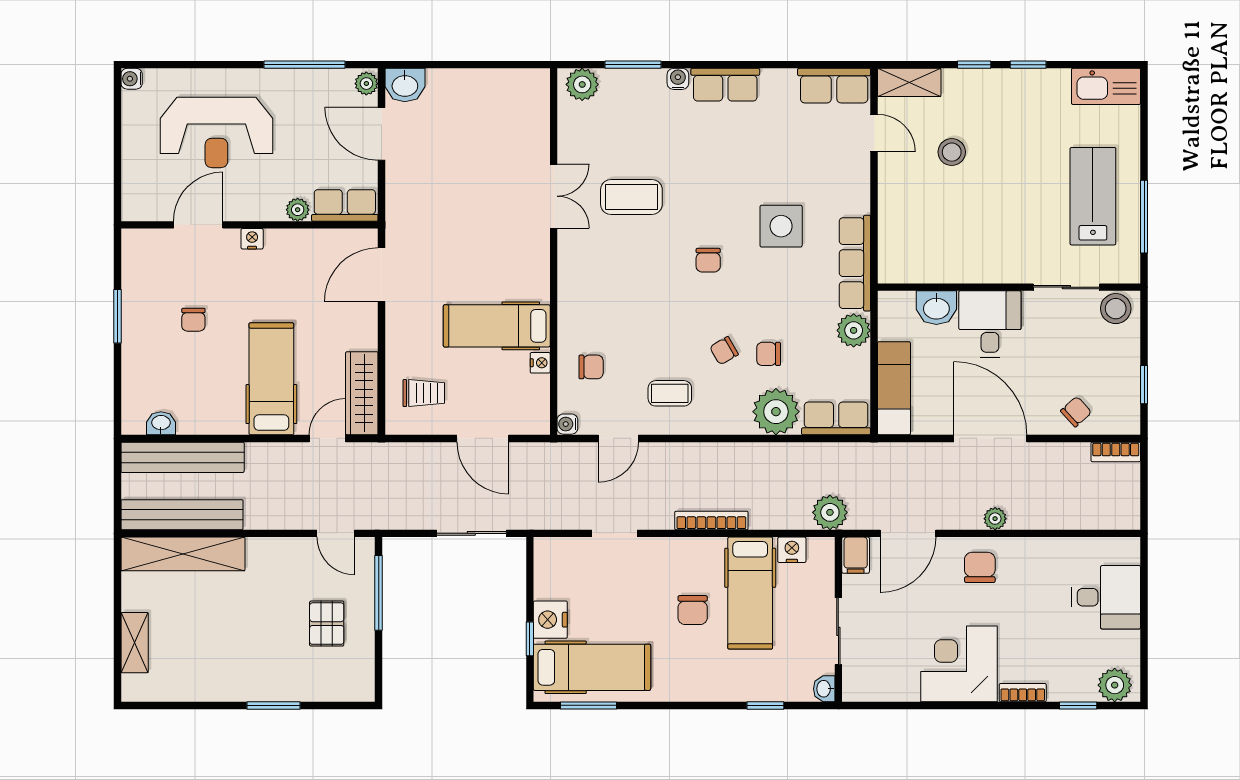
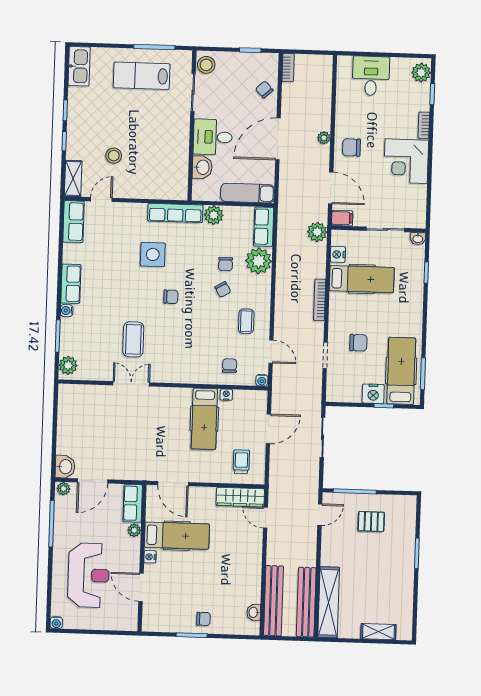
chair: (193, 320) -> (203, 619), moved
hospital bed: (271, 379) -> (177, 536), moved, turned 180
chair: (693, 610) -> (358, 343), moved

